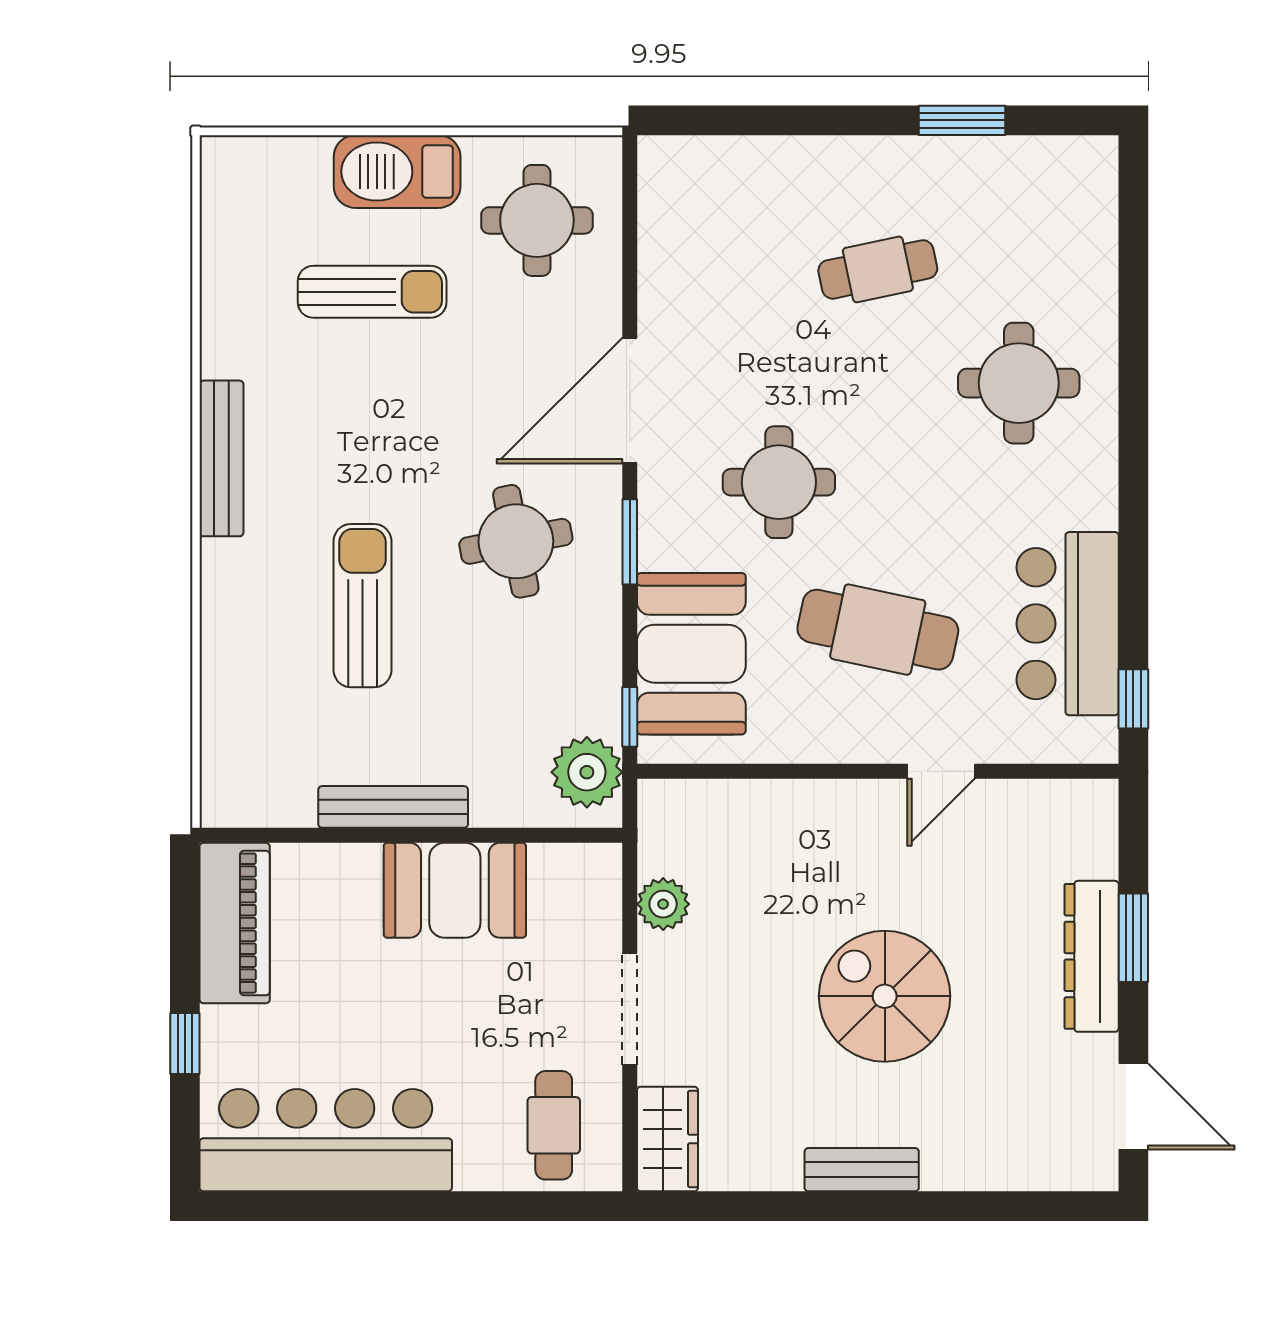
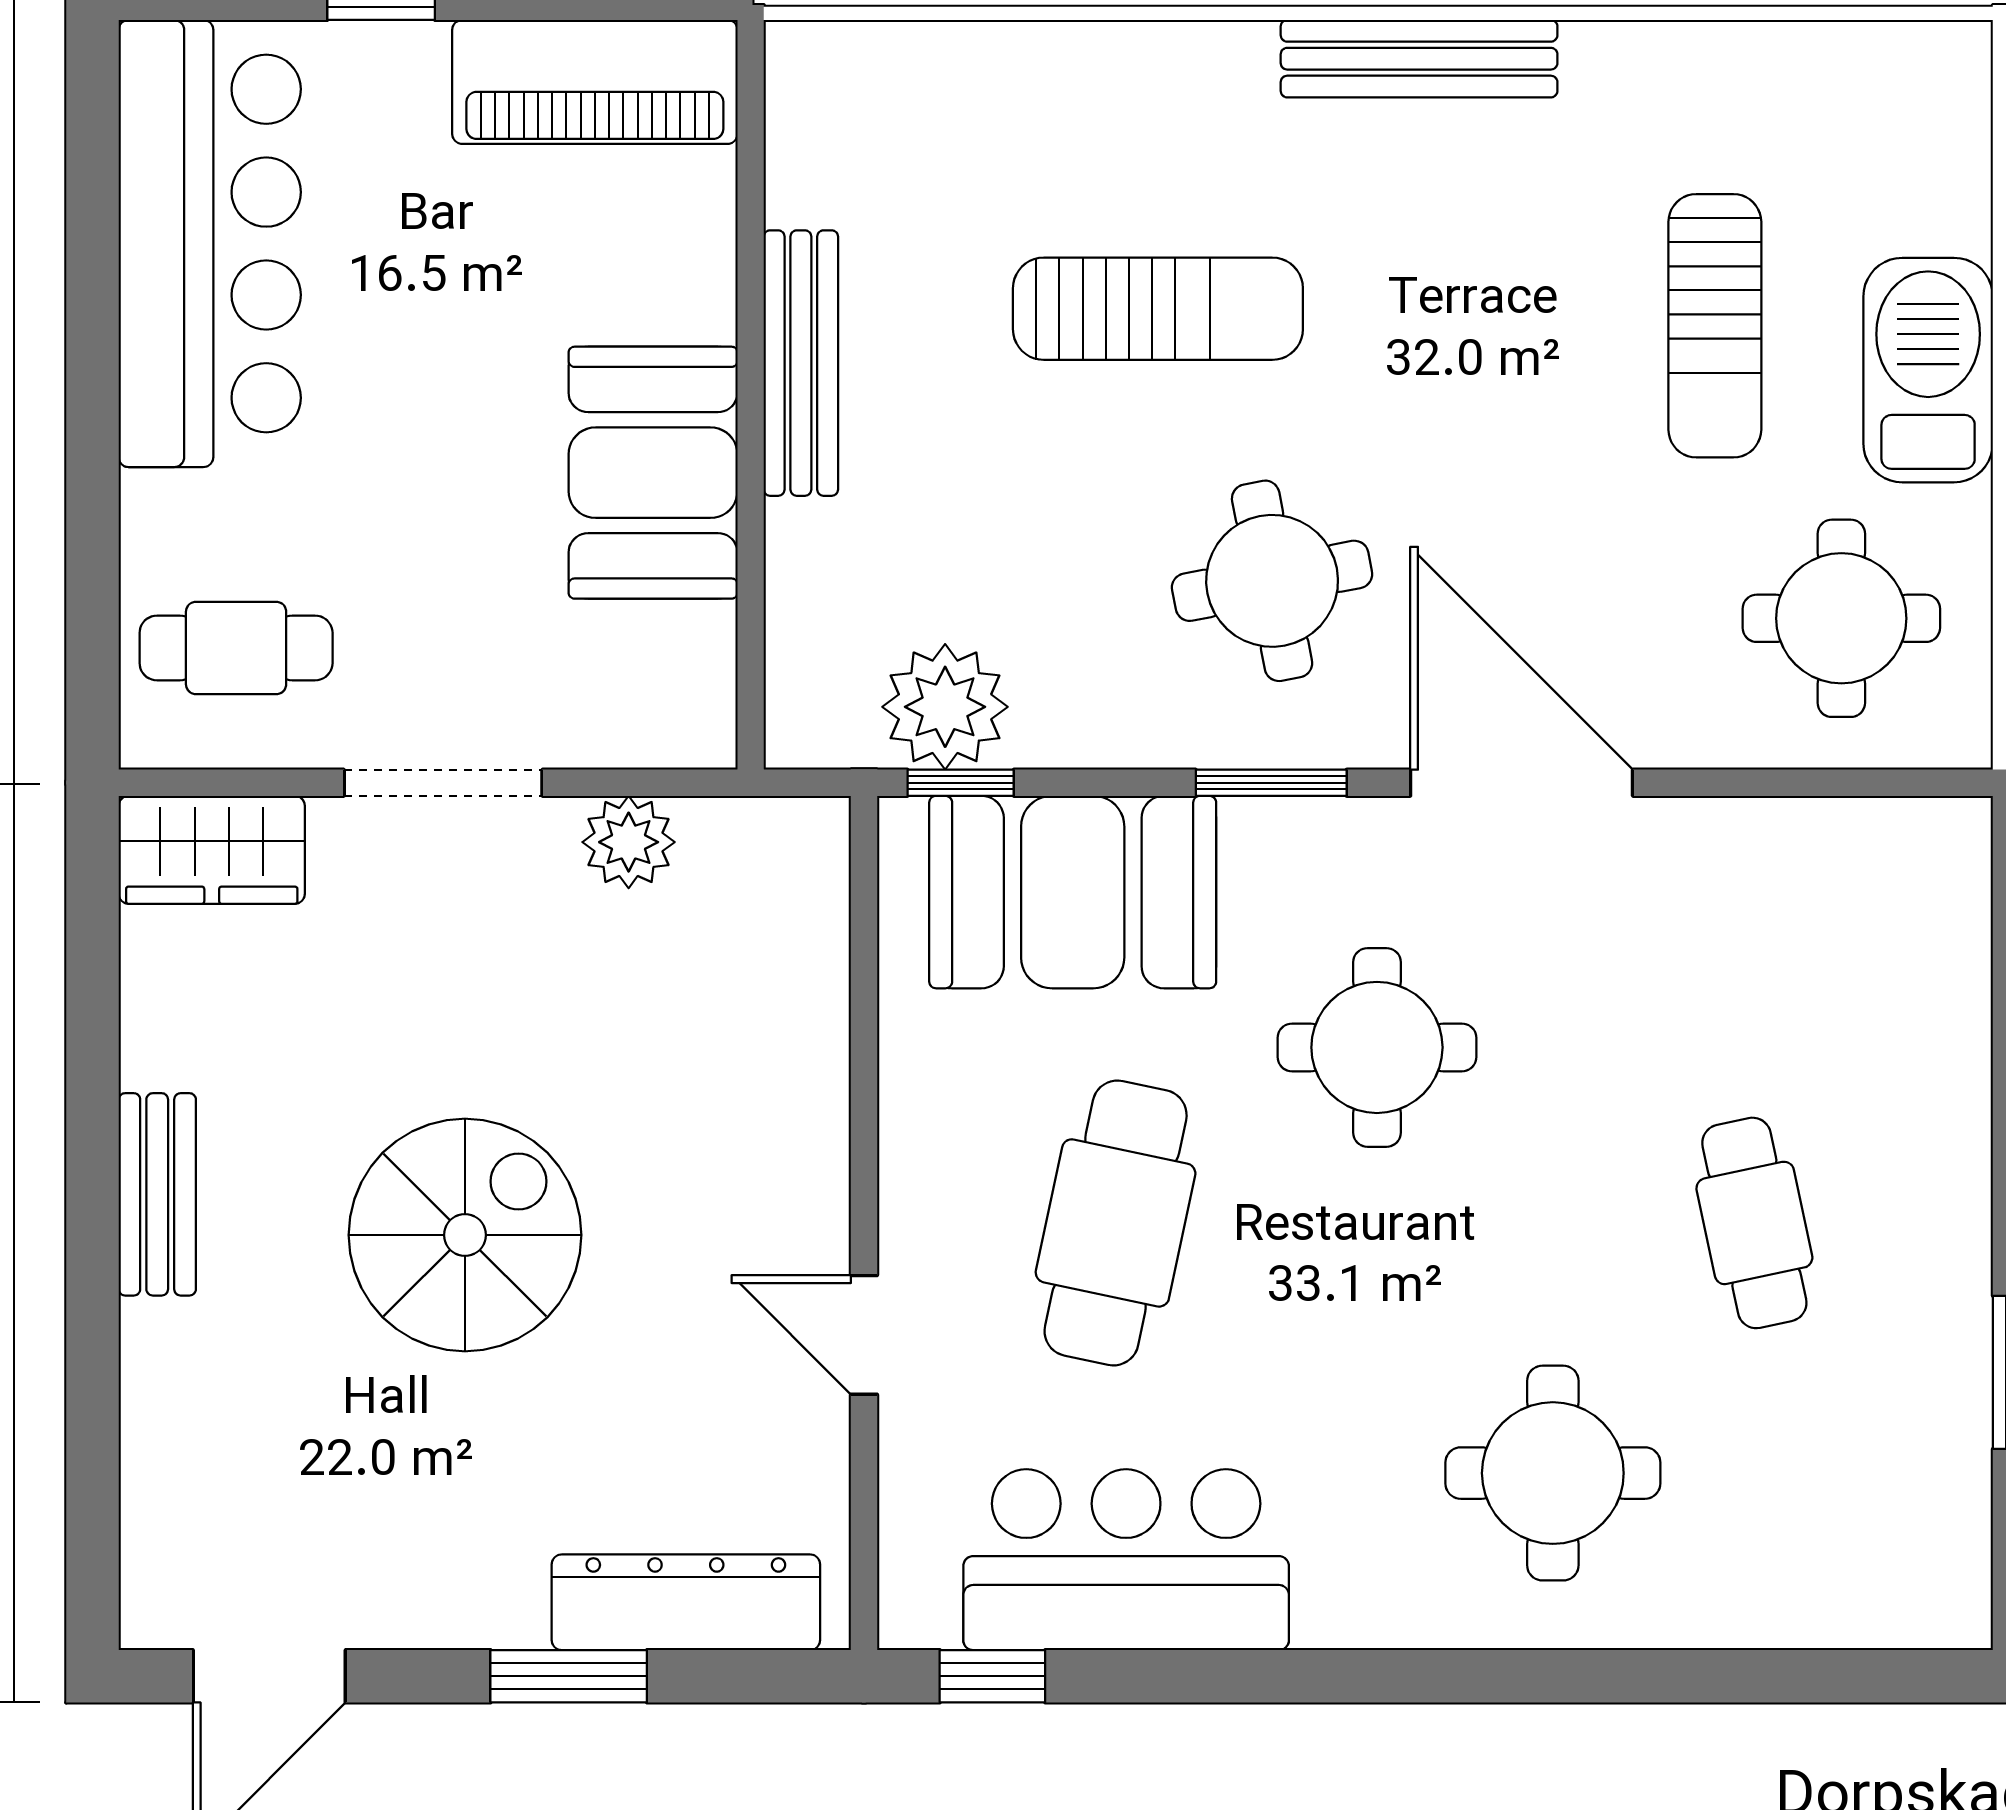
plant: (587, 772) -> (945, 707), moved
dresser: (1092, 956) -> (686, 1602), moved

